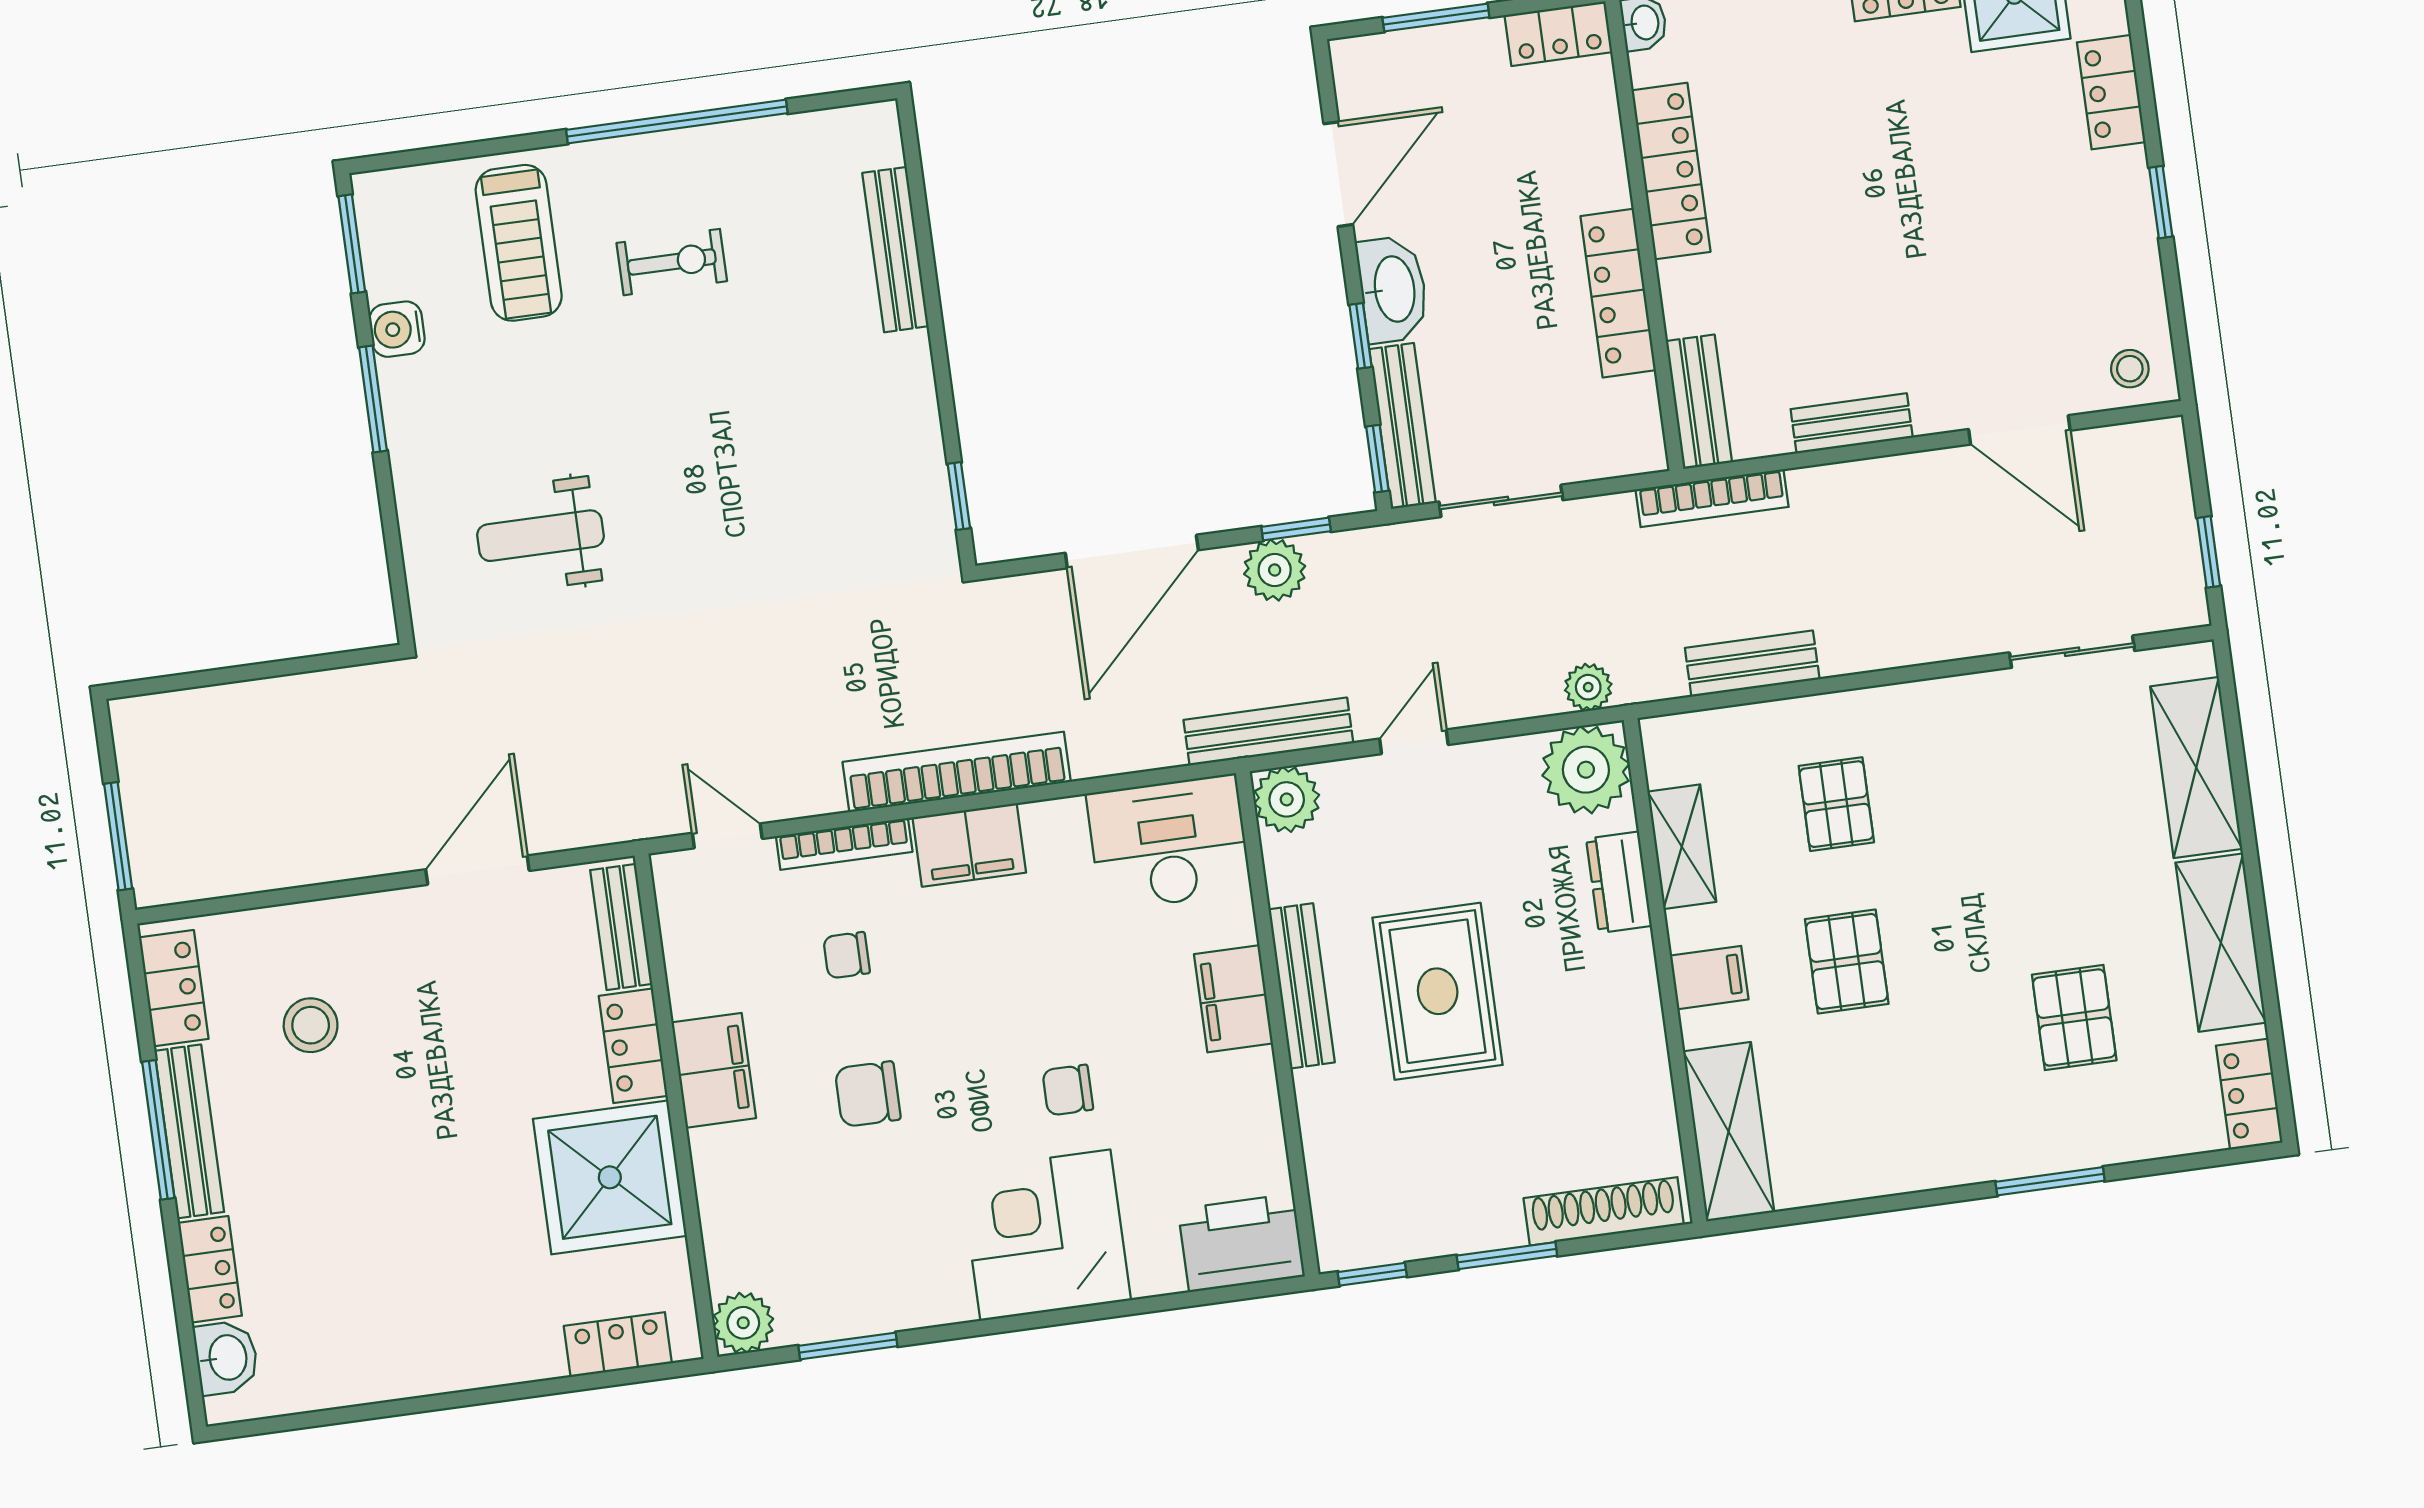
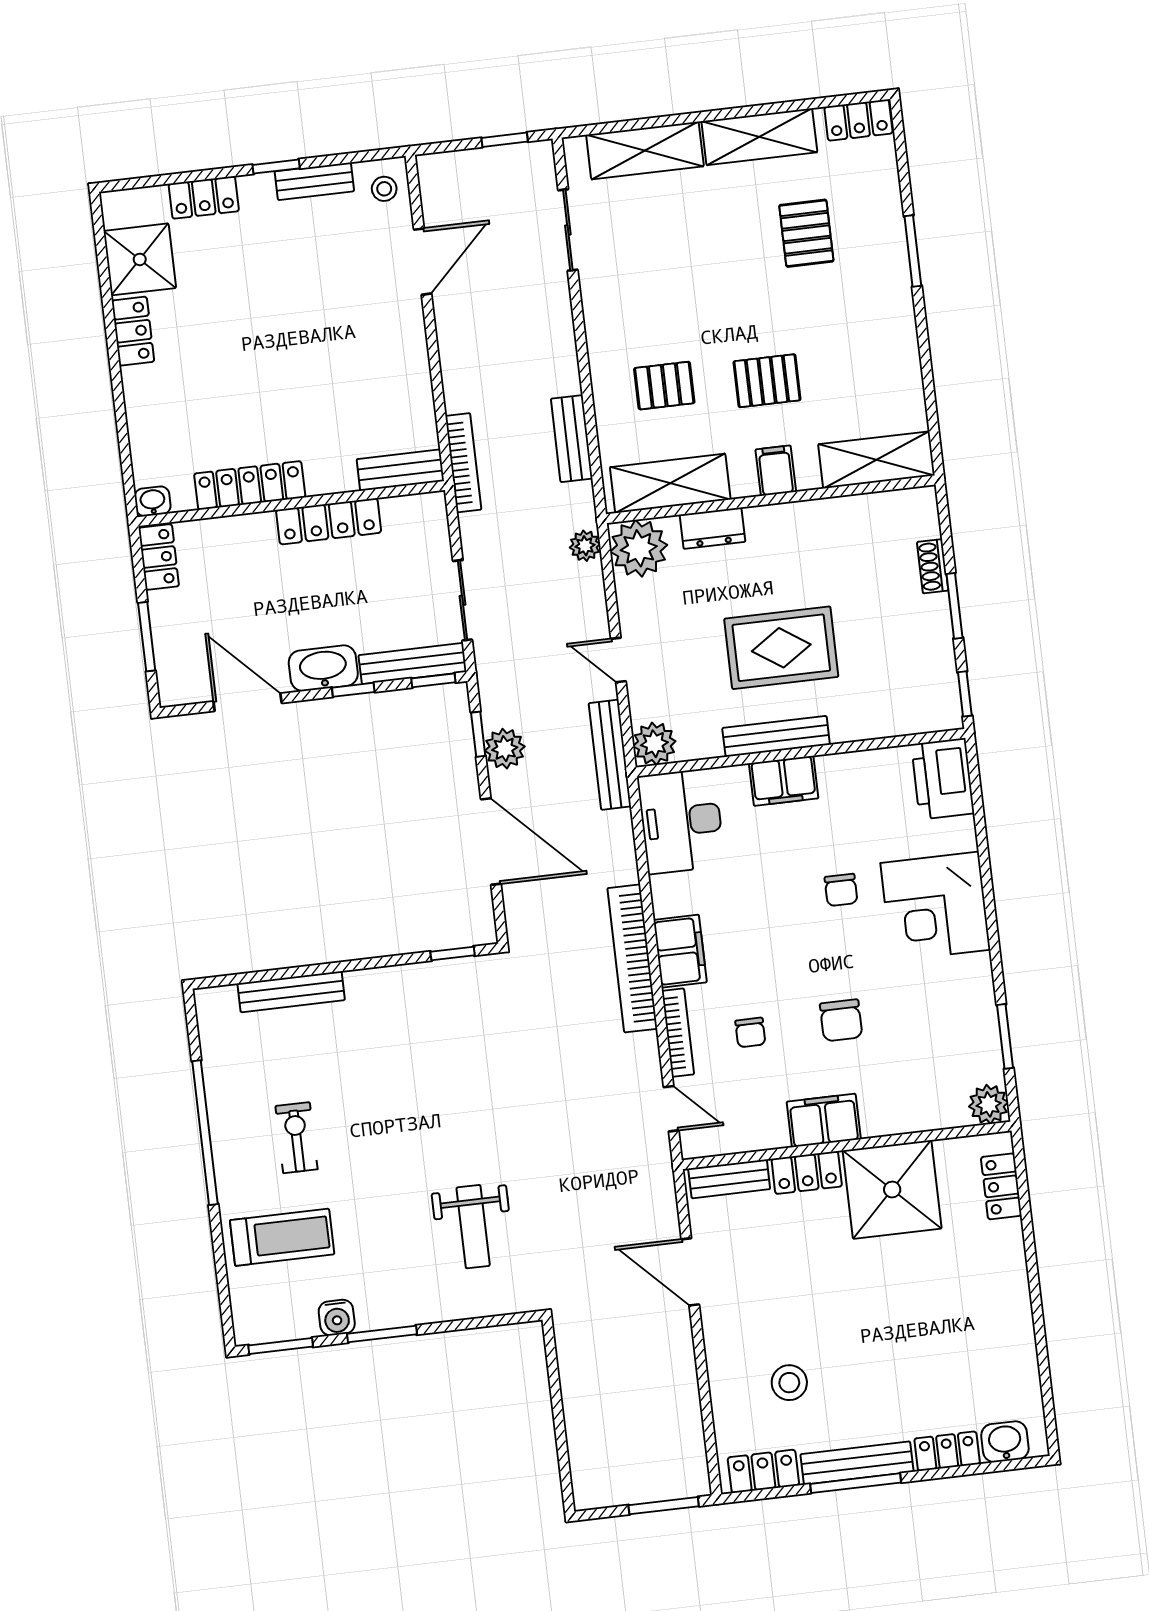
bench: (1852, 423) -> (314, 181), moved, turned 90
door: (727, 836) -> (671, 1109), swing flipped
shelving: (1682, 847) -> (670, 483), width x1.50, depth x1.33
pallet: (2074, 1018) -> (806, 233), turned 90
shoe rack: (1604, 1211) -> (933, 566), width x0.51, depth x0.81

